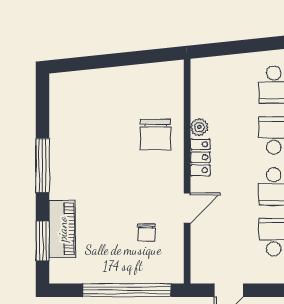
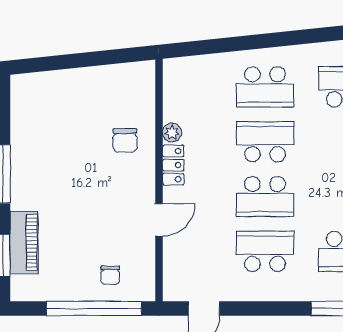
chair: (156, 134) -> (125, 140), width x0.73, depth x0.73
chair: (146, 232) -> (110, 275), moved

